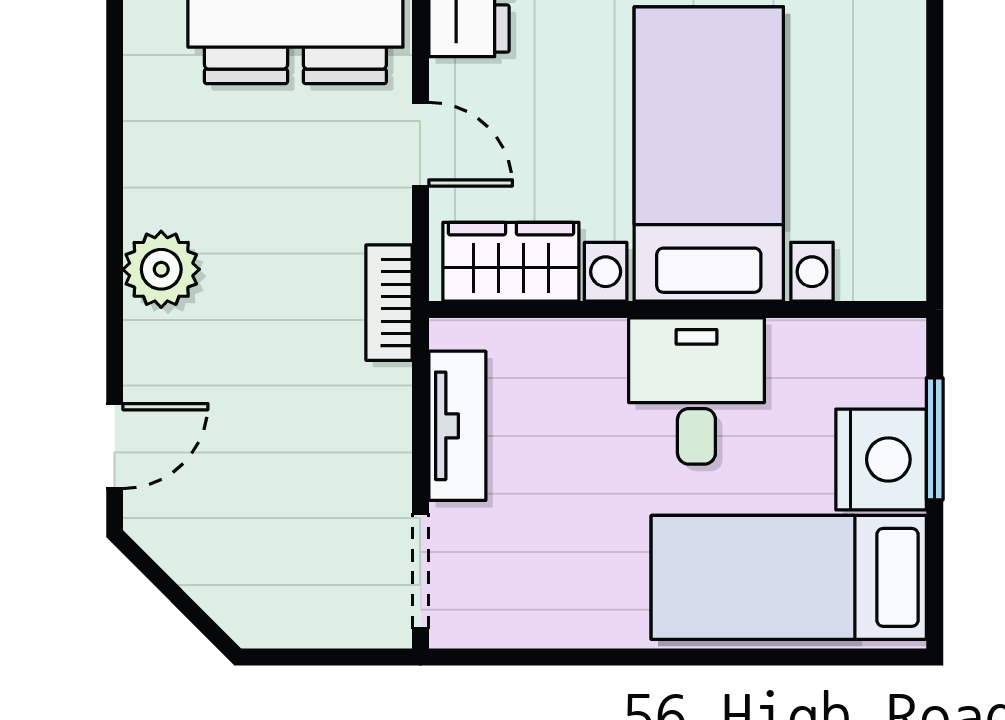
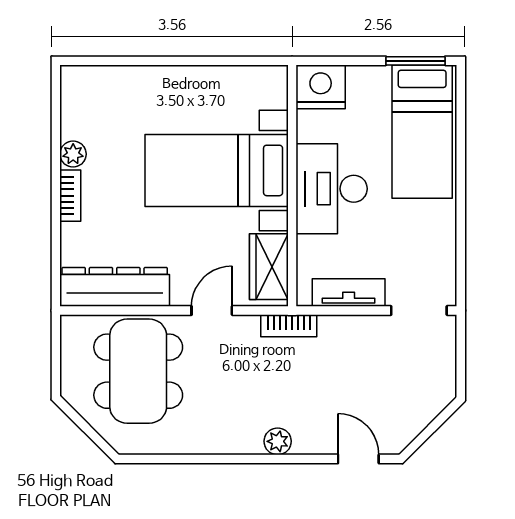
plant: (161, 269) -> (278, 441), width x0.73, depth x0.73
desk: (696, 391) -> (332, 189), width x1.37
window: (935, 439) -> (416, 61), moved
nightstand: (881, 459) -> (321, 87), moved

